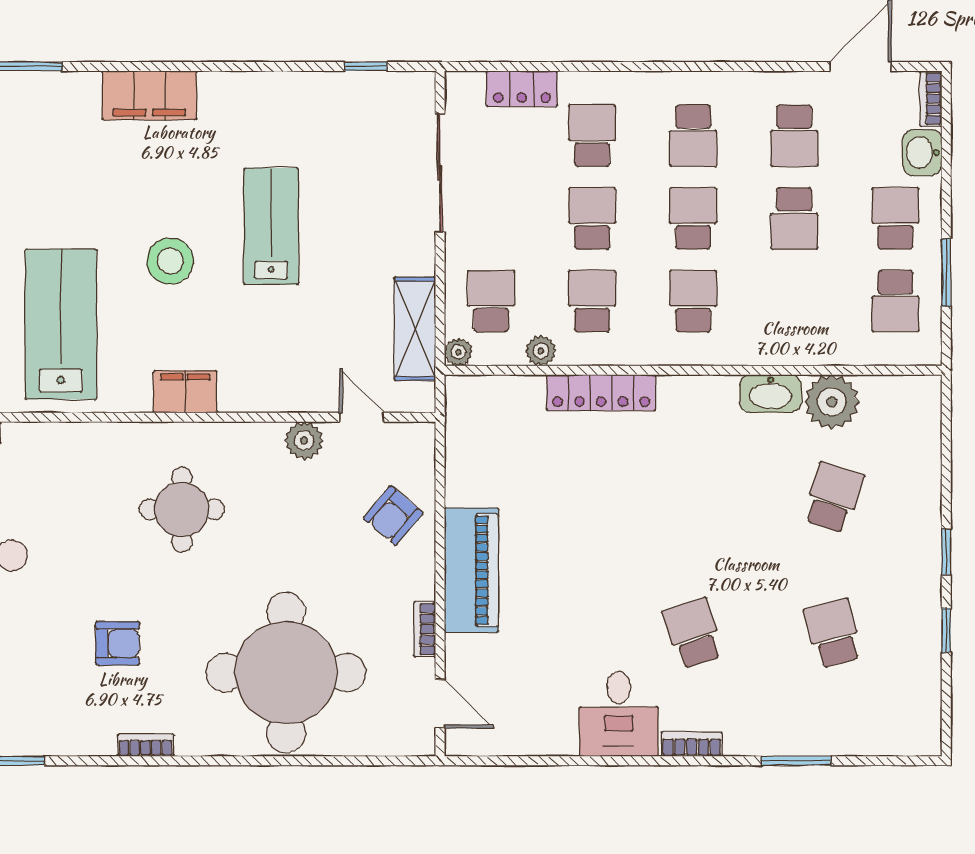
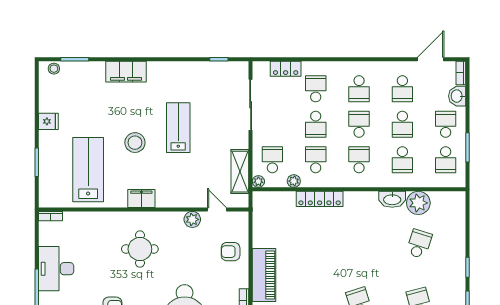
school desk: (592, 218) -> (316, 124), turned 180
school desk: (794, 301) -> (402, 160), added
armchair: (393, 516) -> (231, 252), turned 50

